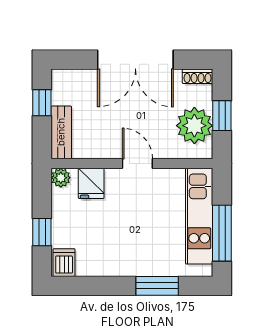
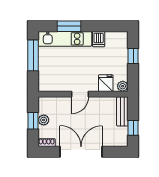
plant: (194, 126) -> (44, 120), width x0.53, depth x0.53
door: (137, 164) -> (80, 94), hinge flipped
kitchen unit: (199, 216) -> (65, 39), moved, turned 90
dishwasher: (64, 263) -> (99, 39), moved

